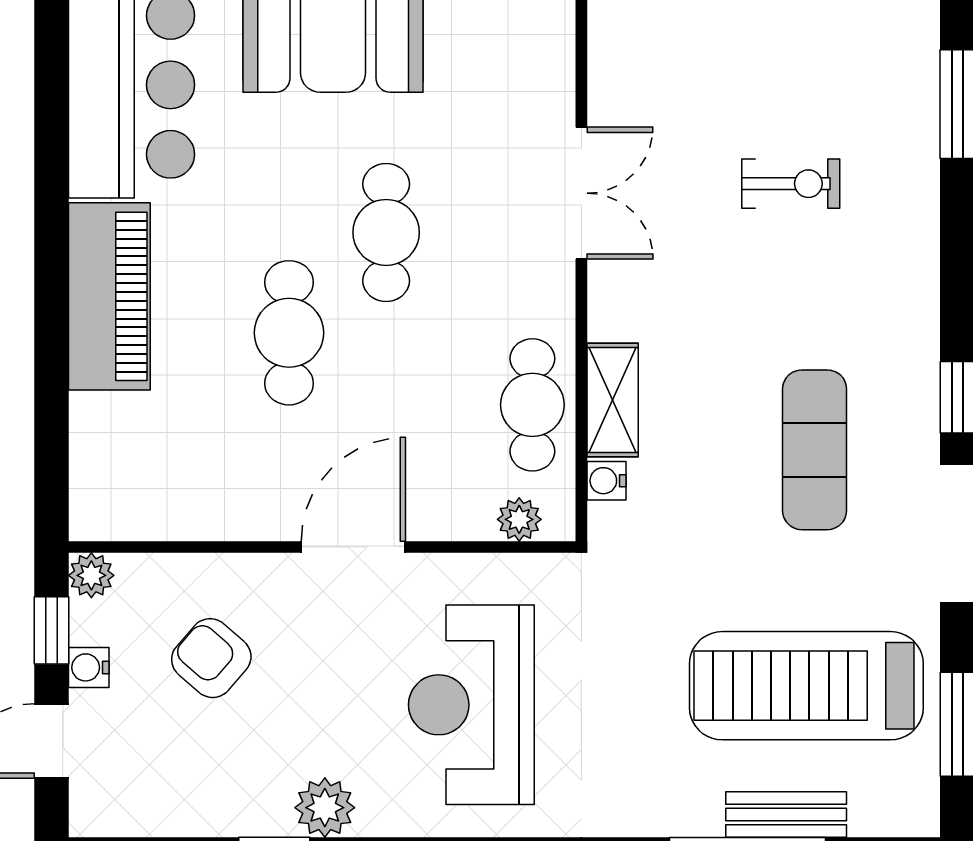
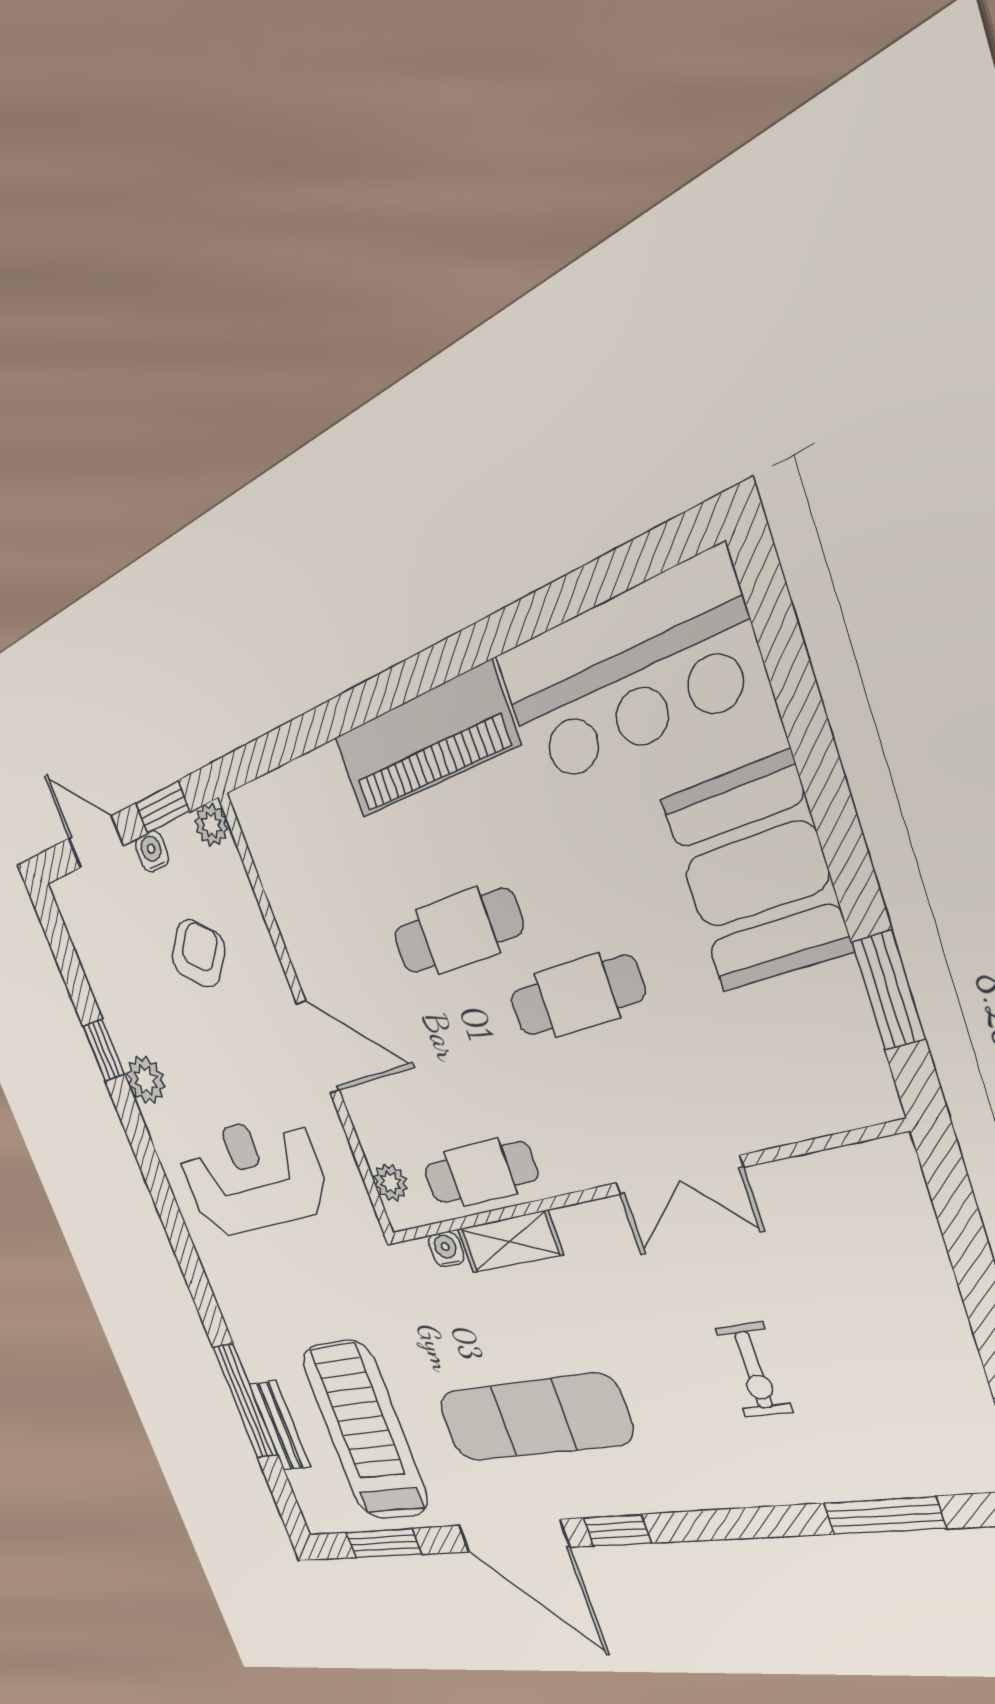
exercise mat: (815, 450) -> (533, 1418), width x1.36, depth x1.45

